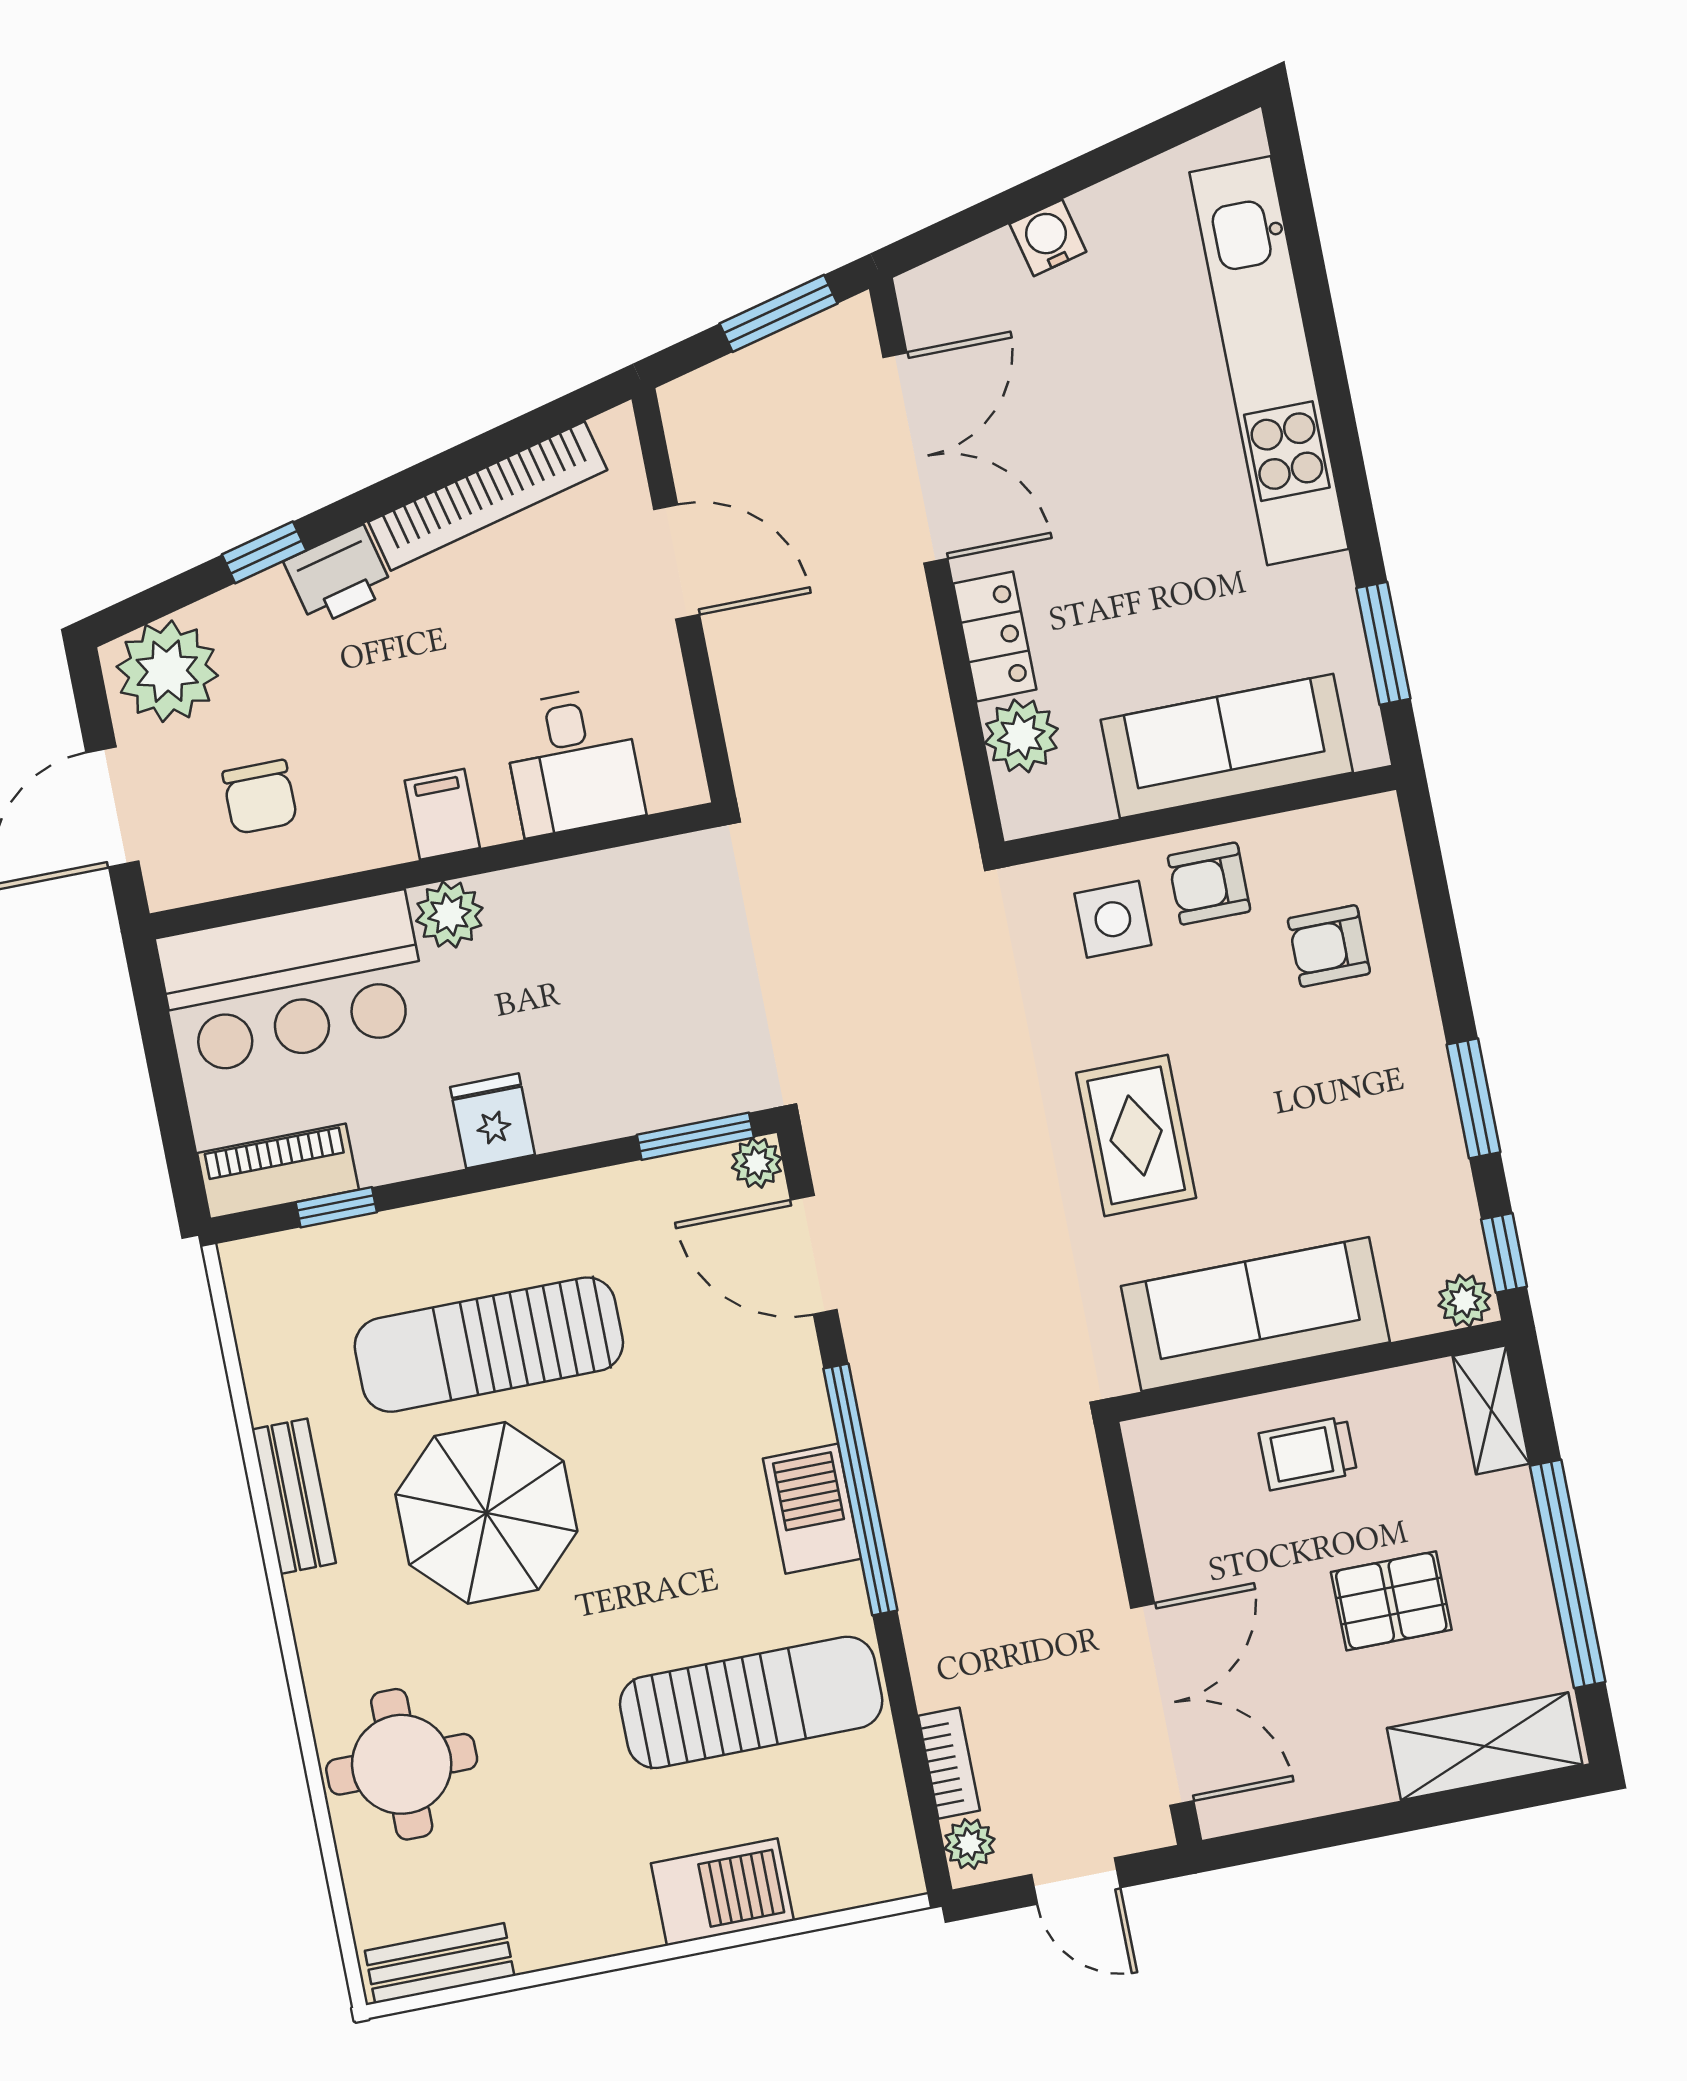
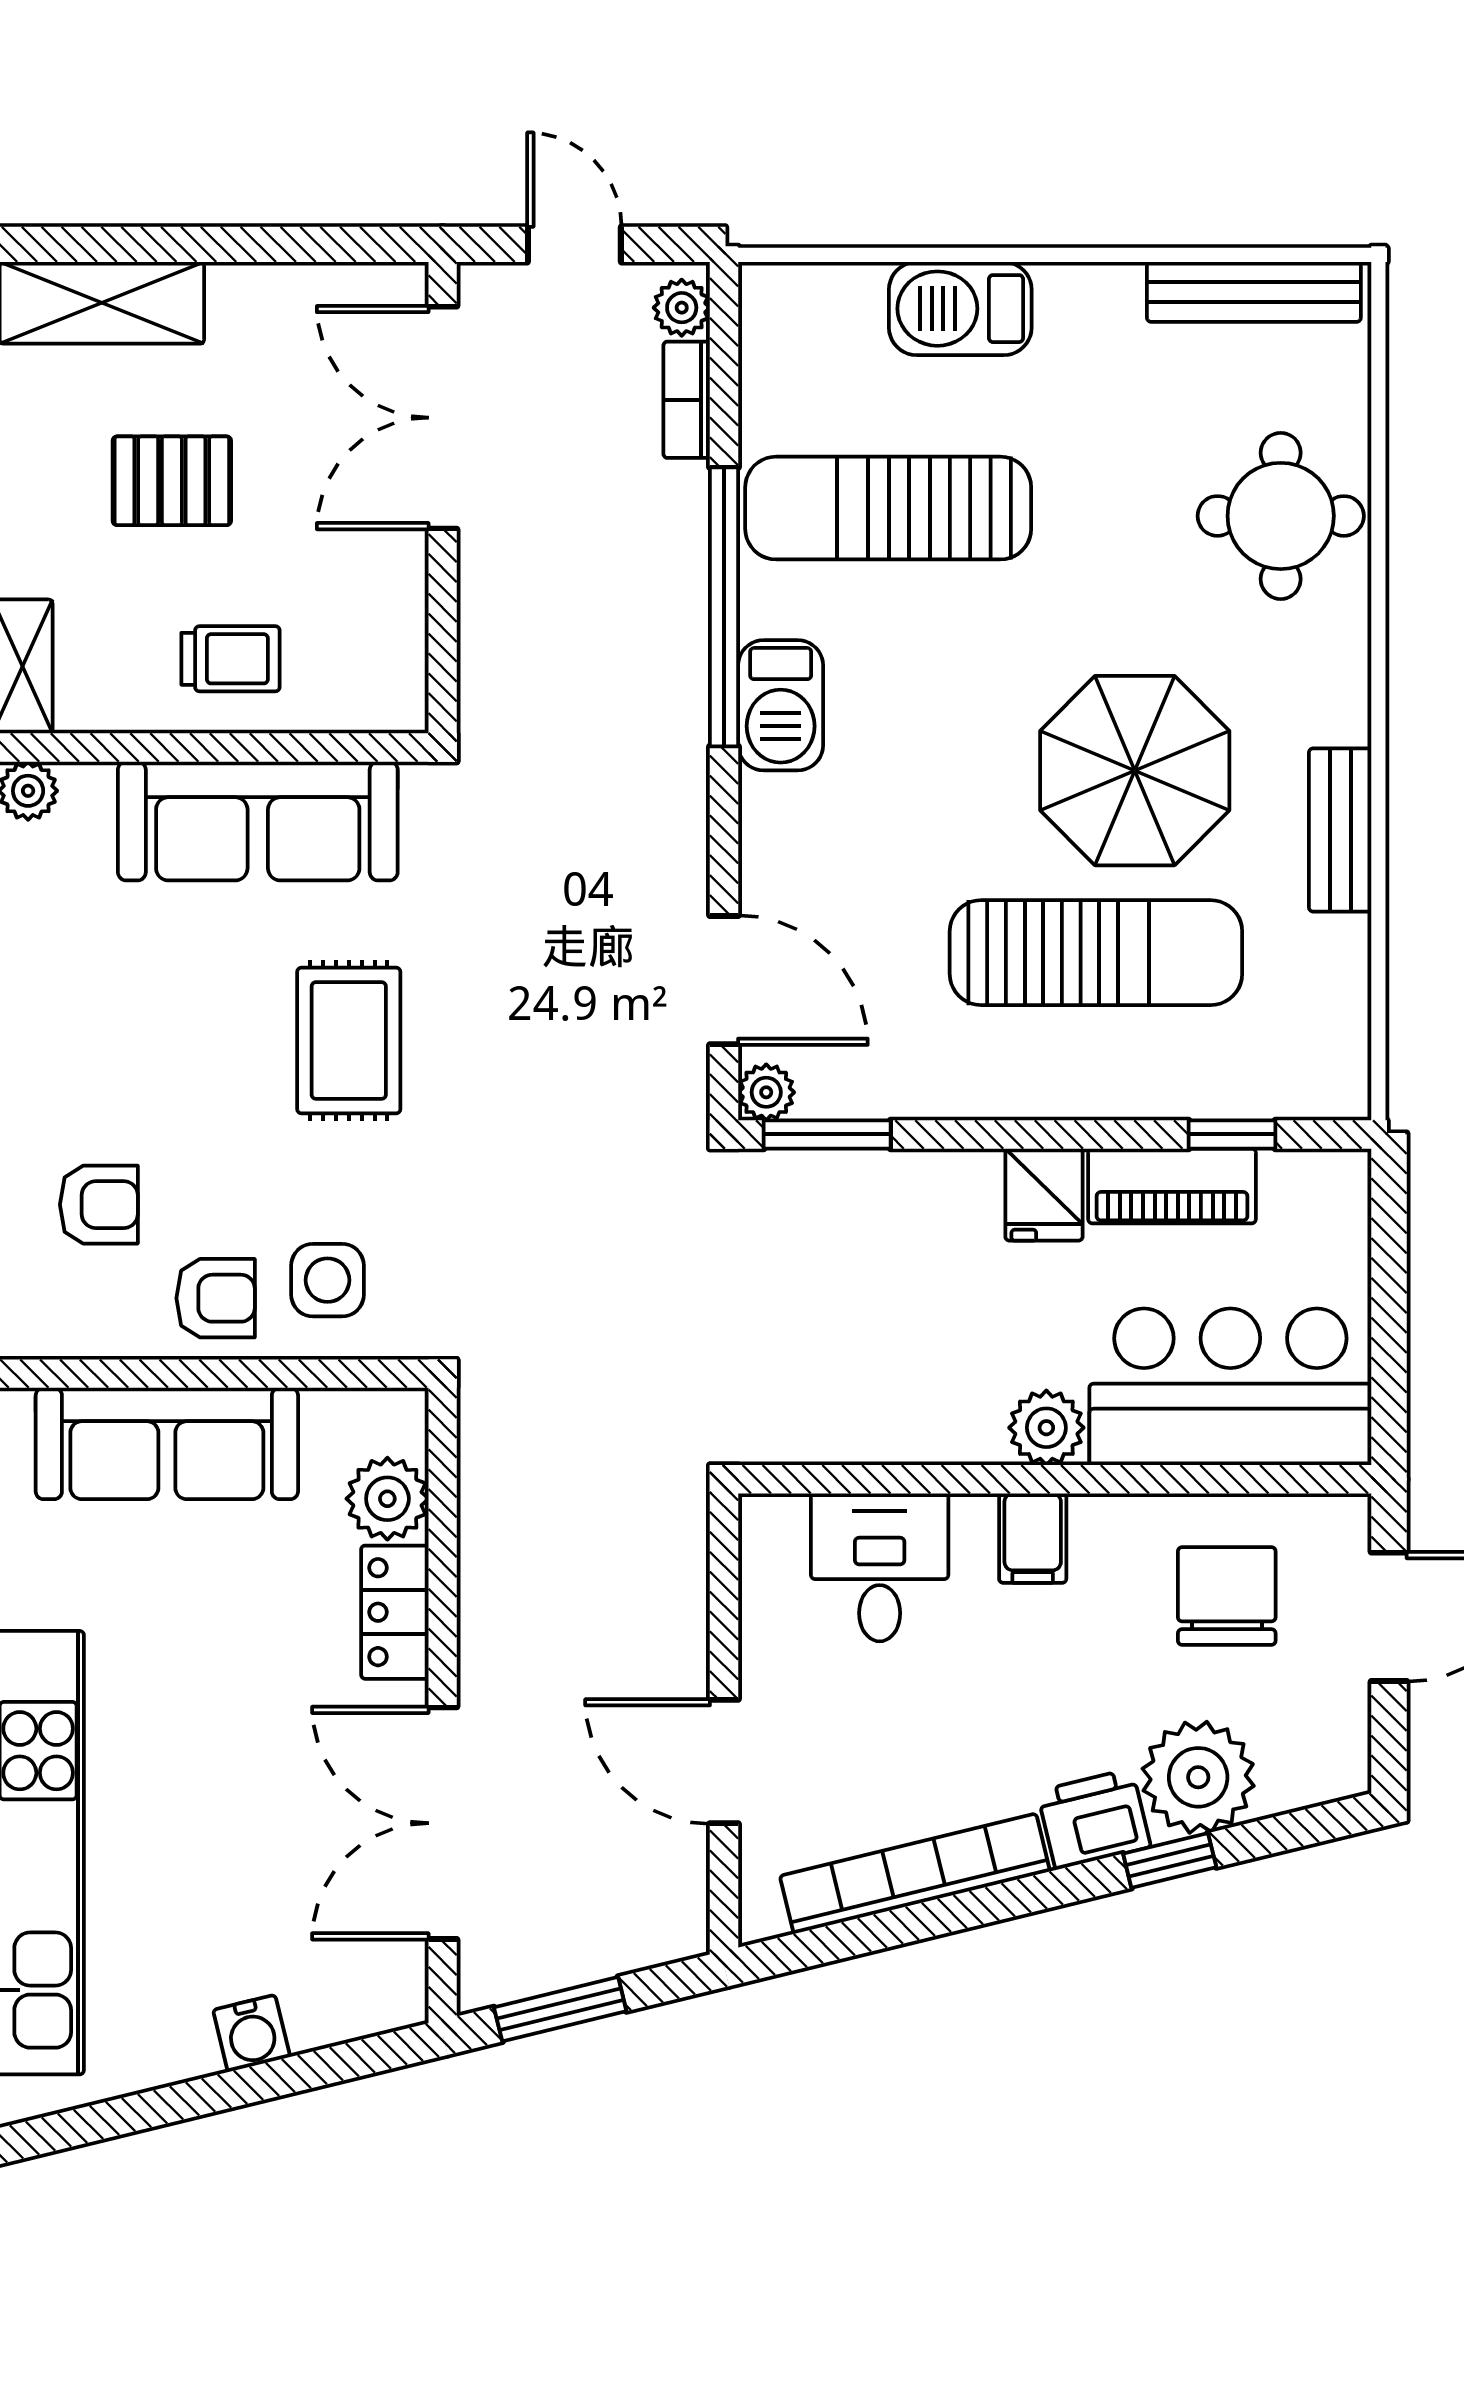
plant: (167, 671) -> (1198, 1777), moved
chair: (260, 797) -> (1227, 1596), width x1.37, depth x1.37
piano: (278, 1171) -> (1172, 1186), moved
window: (860, 1489) -> (724, 607), moved
bench: (440, 1963) -> (1254, 292), width x1.36

